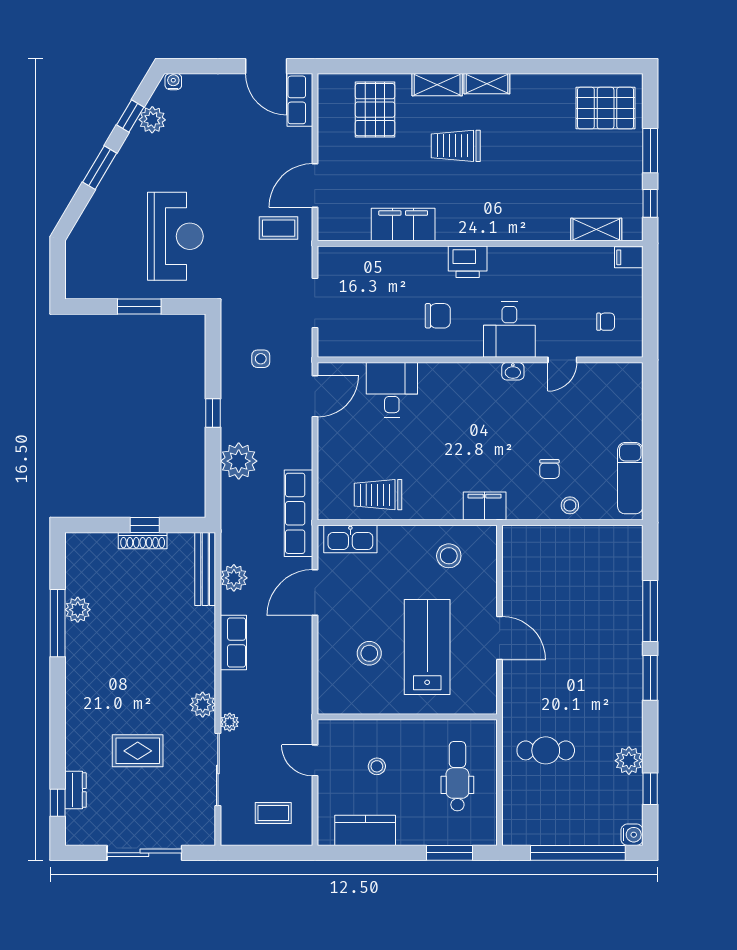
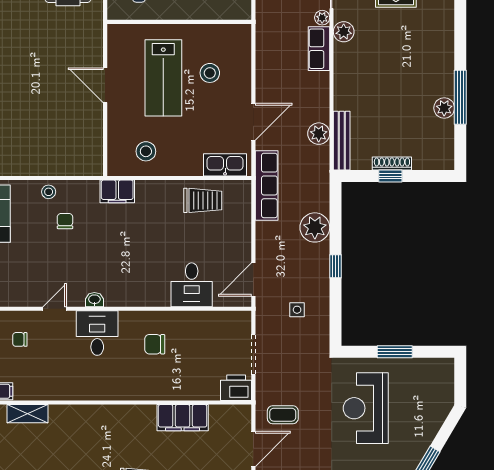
printer: (468, 262) -> (236, 388), moved
row of seats: (233, 642) -> (319, 49), moved

